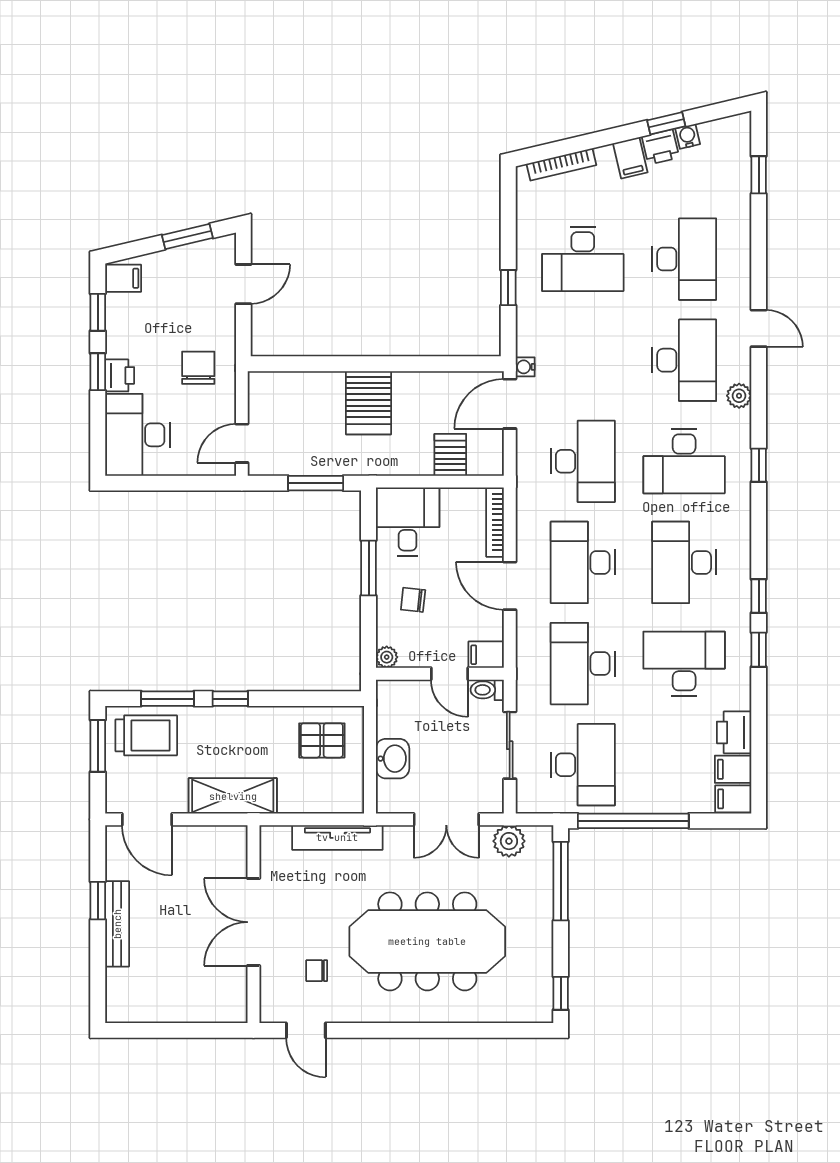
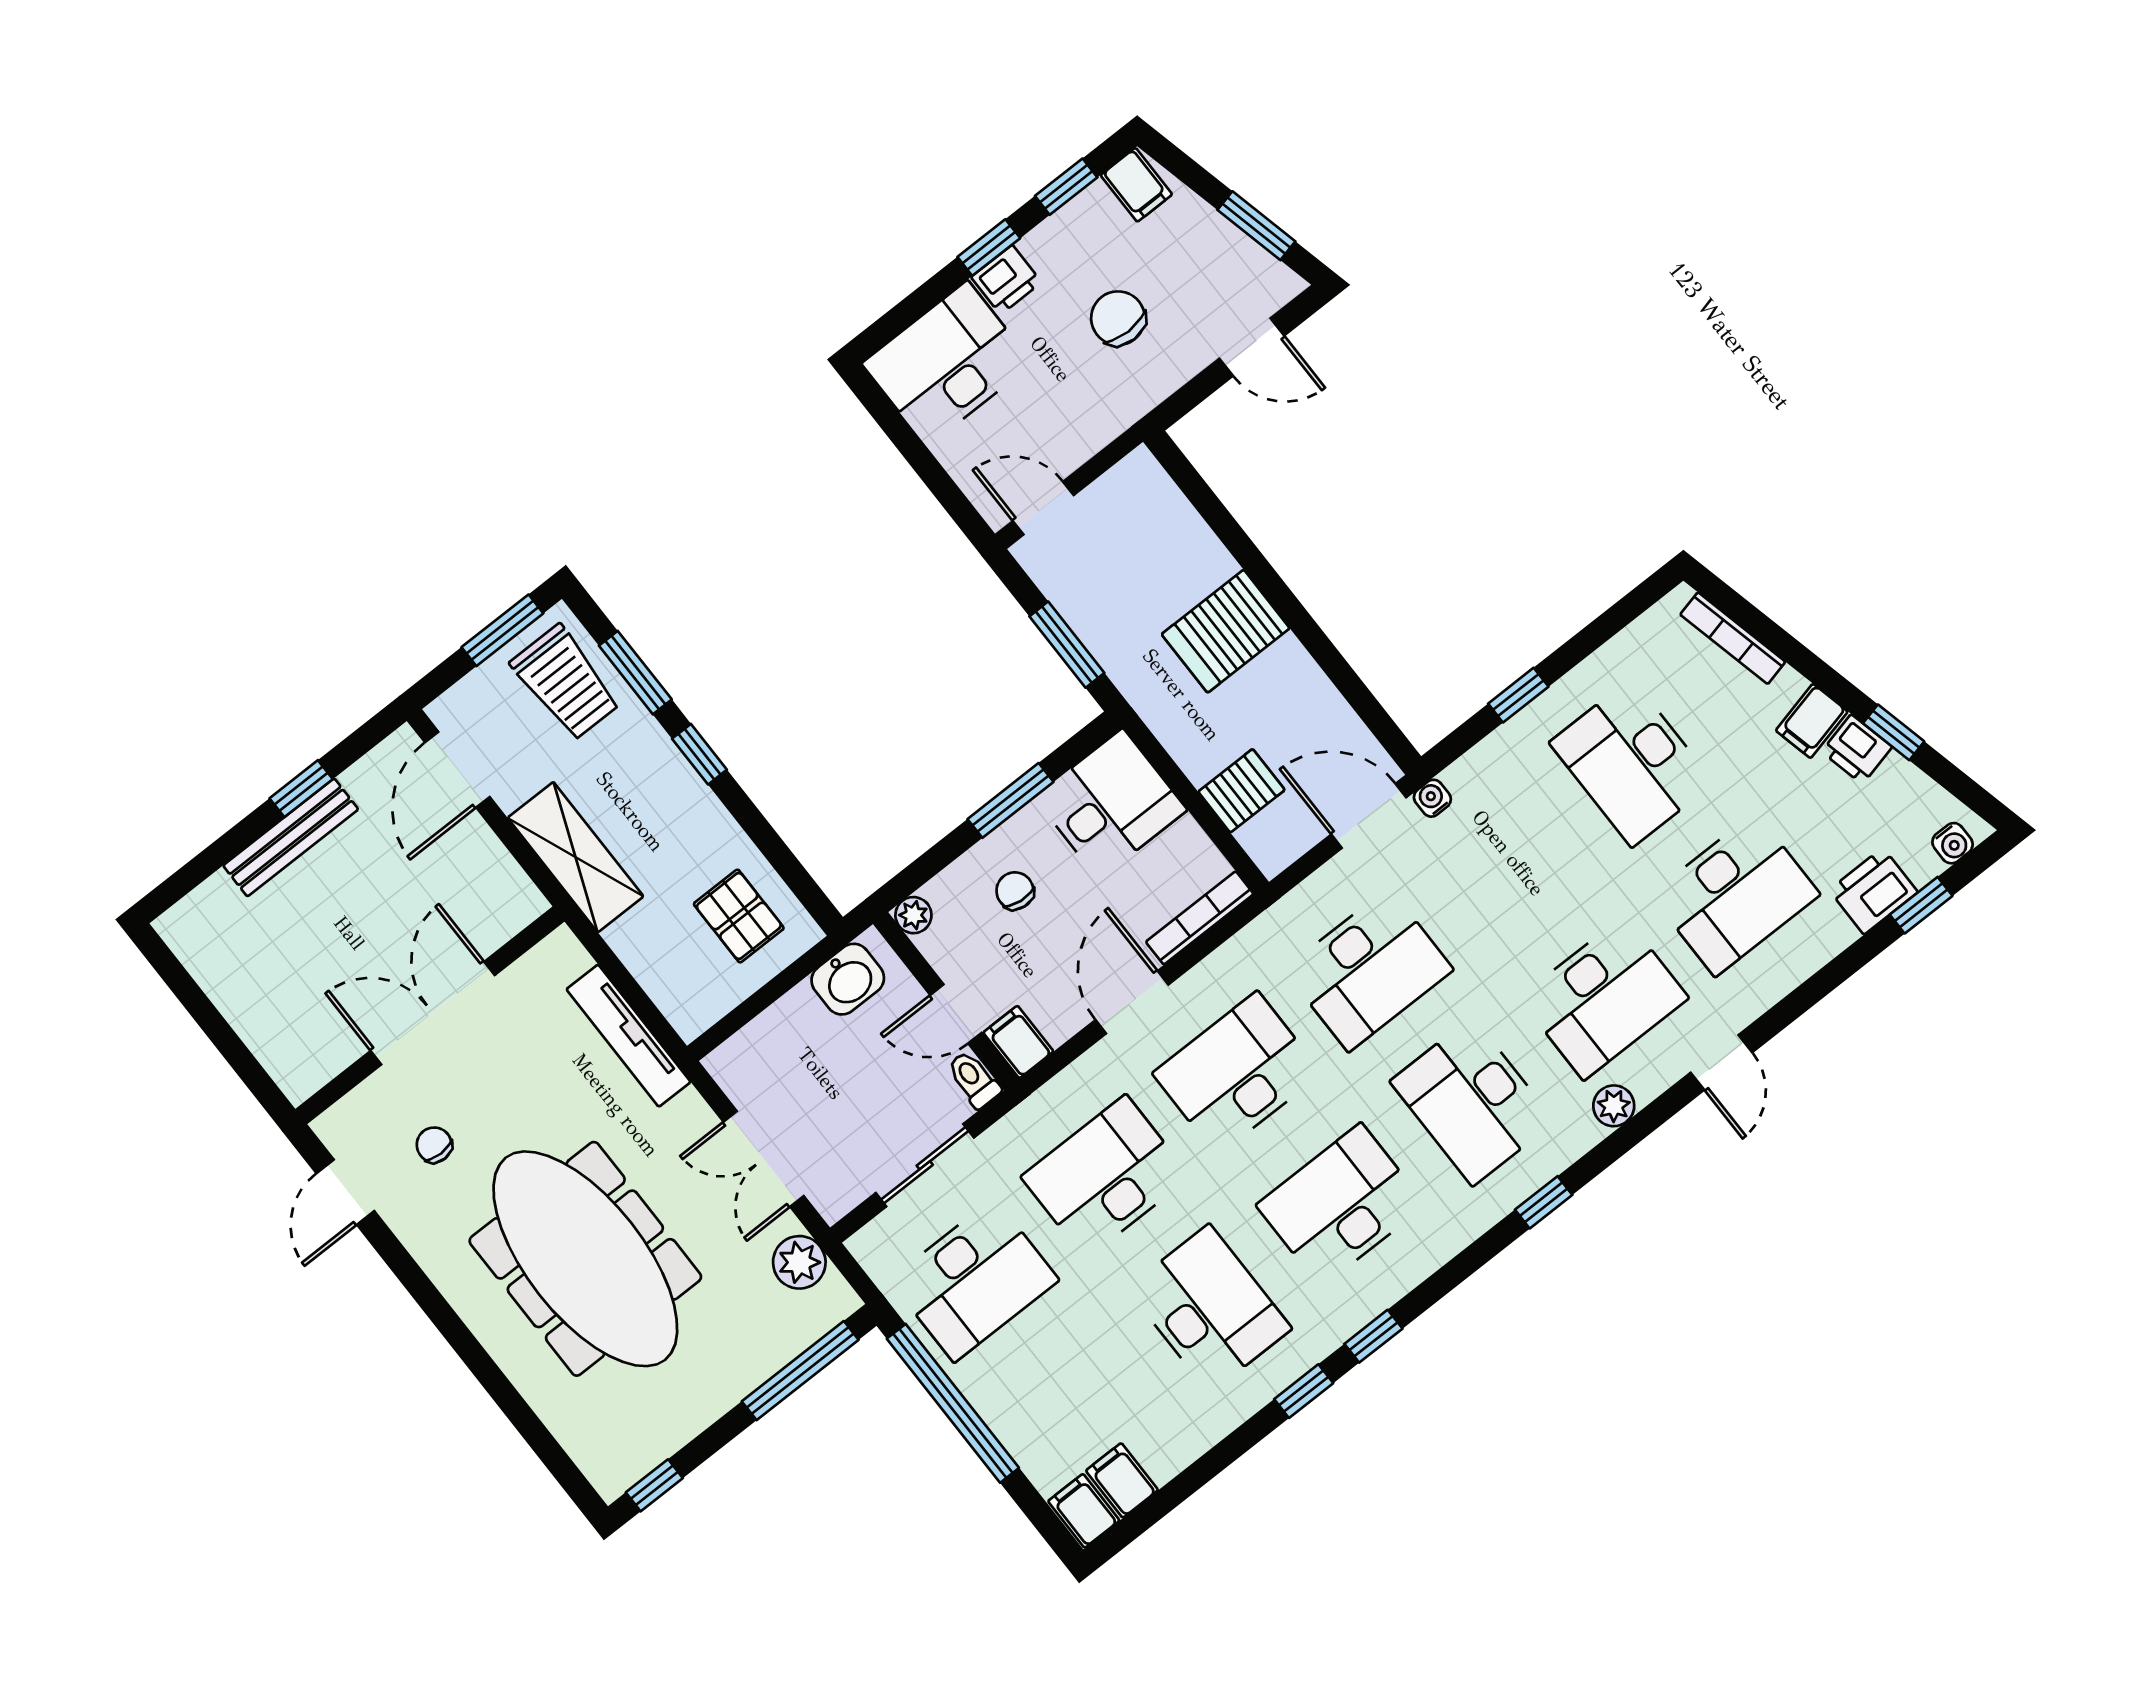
water cooler: (688, 136) -> (1953, 843), moved, turned 103
chair: (198, 368) -> (1118, 318), moved, turned -90
door: (449, 674) -> (956, 1014), hinge flipped
printer: (734, 732) -> (1873, 891), moved
washbasin: (393, 759) -> (848, 979), moved

